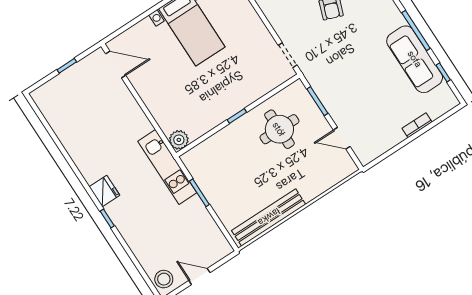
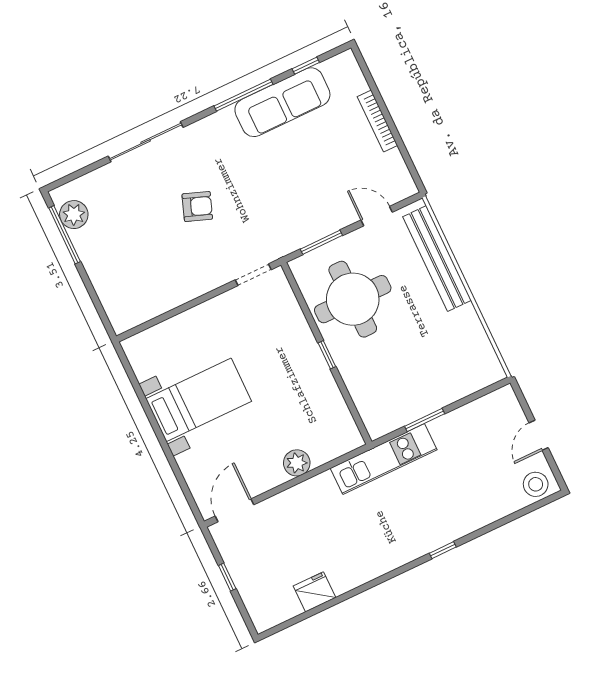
bookcase: (417, 125) -> (377, 121), width x1.56
round table: (279, 129) -> (353, 299), width x1.36, depth x1.36
door: (342, 138) -> (377, 216), swing flipped
plant: (179, 140) -> (297, 463), moved
fridge: (104, 191) -> (314, 592), moved
bench: (269, 217) -> (437, 259), moved

